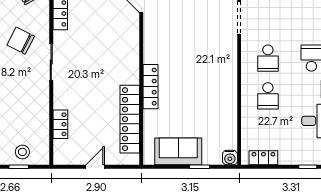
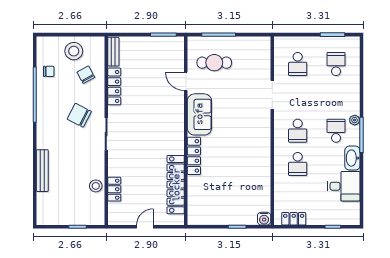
sofa: (178, 151) -> (199, 114), moved, turned 90
stool: (22, 152) -> (96, 186), moved

